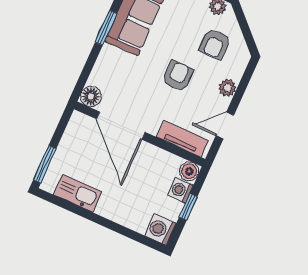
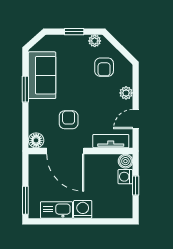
armchair: (178, 76) -> (69, 120), moved
washing machine: (160, 230) -> (83, 209), moved, turned 90

